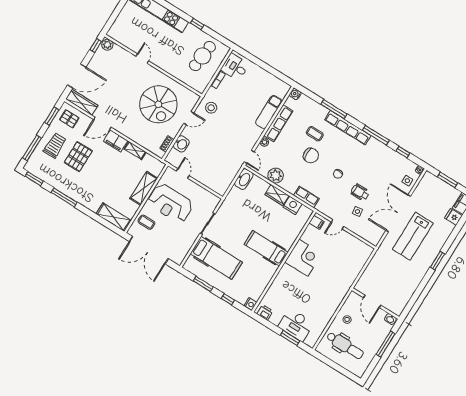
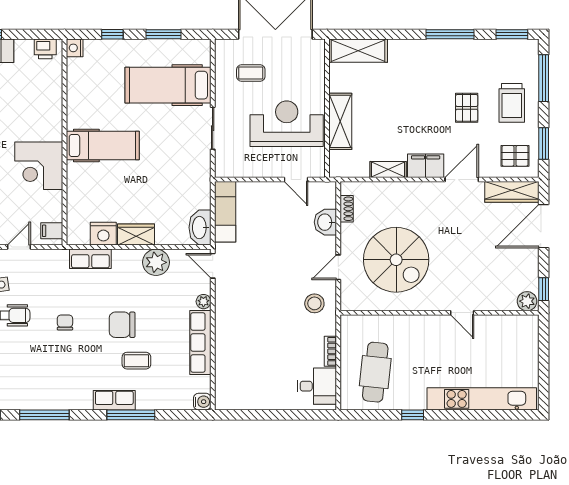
spiral stairs: (158, 104) -> (396, 260), turned 180
exam couch: (269, 112) -> (225, 212), moved
row of seats: (348, 128) -> (114, 400), width x0.50
pallet: (78, 157) -> (467, 108), width x0.67, depth x0.71
coffee table: (146, 222) -> (251, 73), moved

